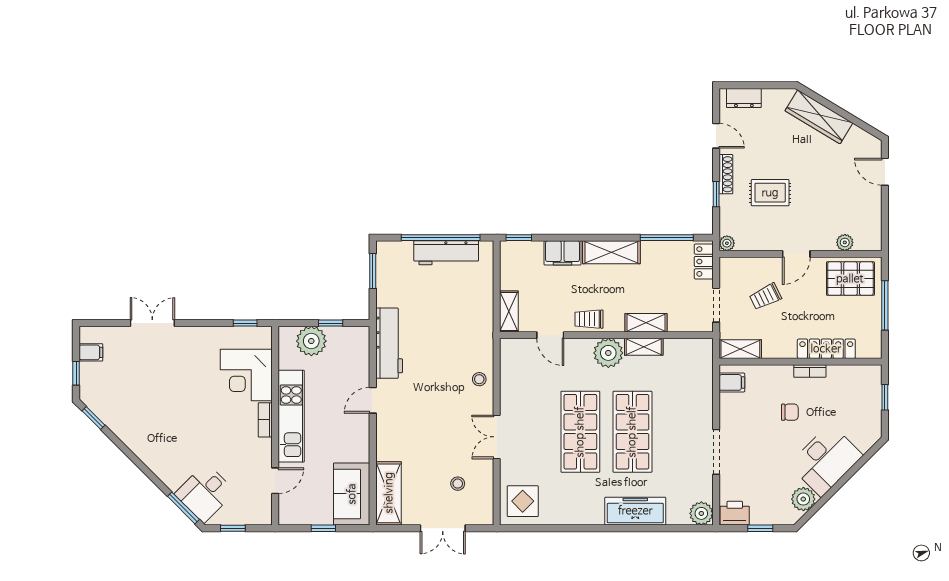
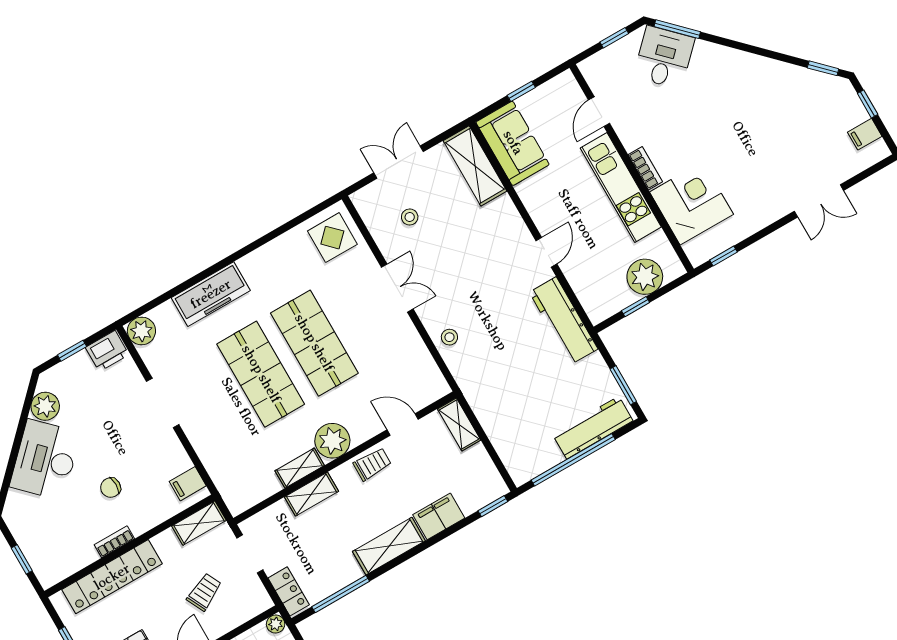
workbench: (446, 253) -> (593, 428), moved
locker: (826, 349) -> (112, 577), width x1.41, depth x1.21

